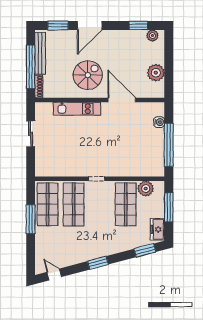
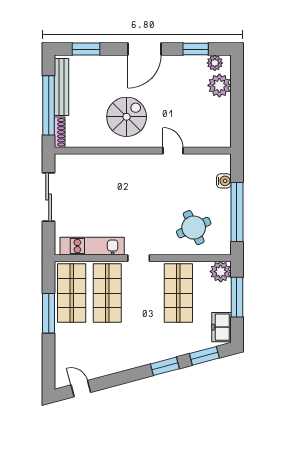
door: (90, 25) -> (144, 49), moved
plant: (156, 73) -> (219, 85), moved
door: (122, 100) -> (173, 151), width x0.53
kitchen unit: (77, 109) -> (92, 246), moved, turned 180
sliding door: (31, 134) -> (49, 197), width x1.37
round table: (137, 156) -> (194, 228), added
plant: (146, 189) -> (221, 272), moved
window: (98, 263) -> (165, 366), moved

